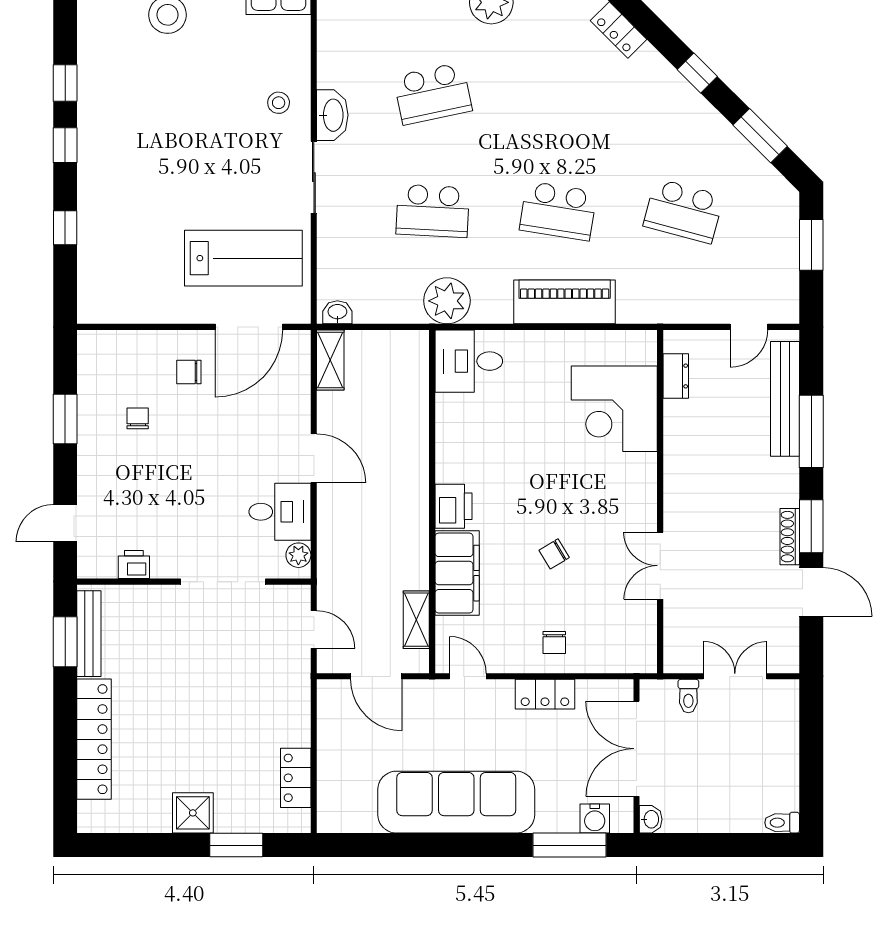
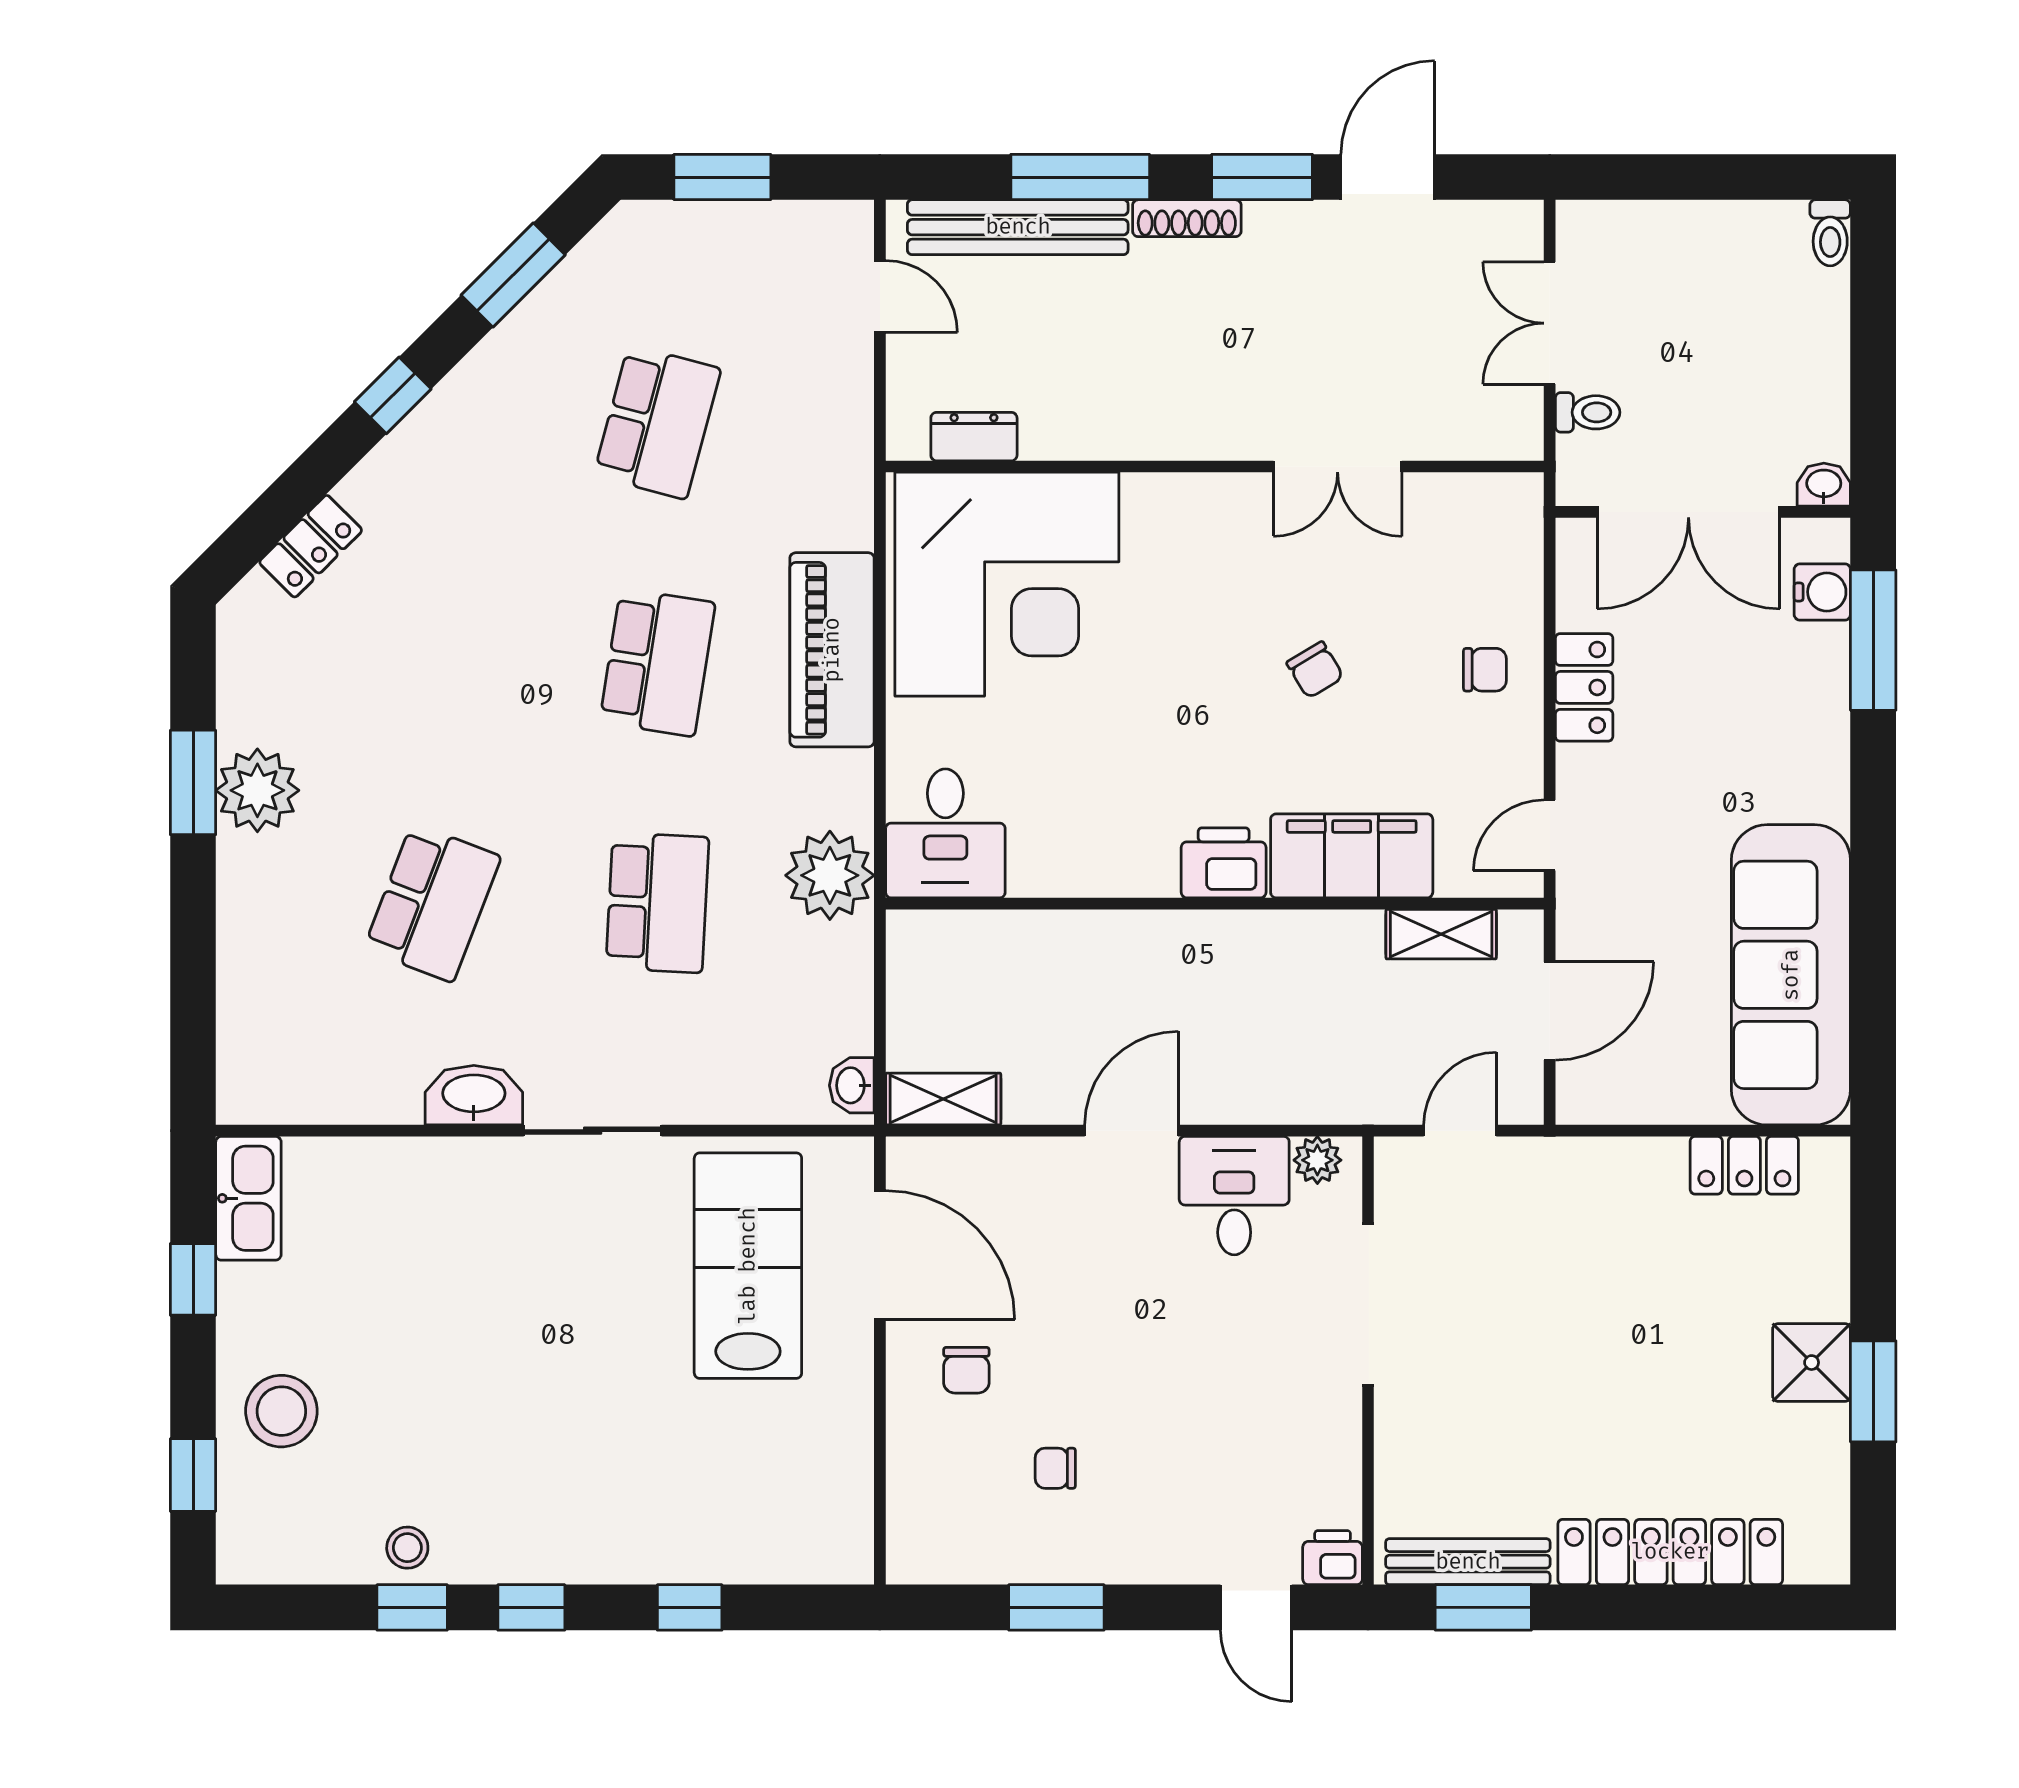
school desk: (433, 94) -> (432, 903), turned 33
stool: (279, 103) -> (407, 1548), moved
corner desk: (614, 409) -> (1007, 584), width x1.36, depth x1.36
shoe rack: (790, 537) -> (1187, 218), moved
printer: (134, 564) -> (1333, 1558), moved, turned 90
sofa: (456, 802) -> (1791, 975), moved
window: (236, 845) -> (1873, 1391), moved

